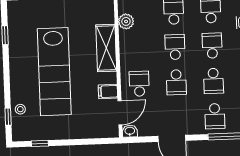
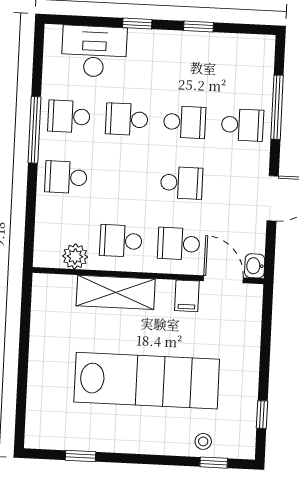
school desk: (175, 47) -> (121, 241), moved

